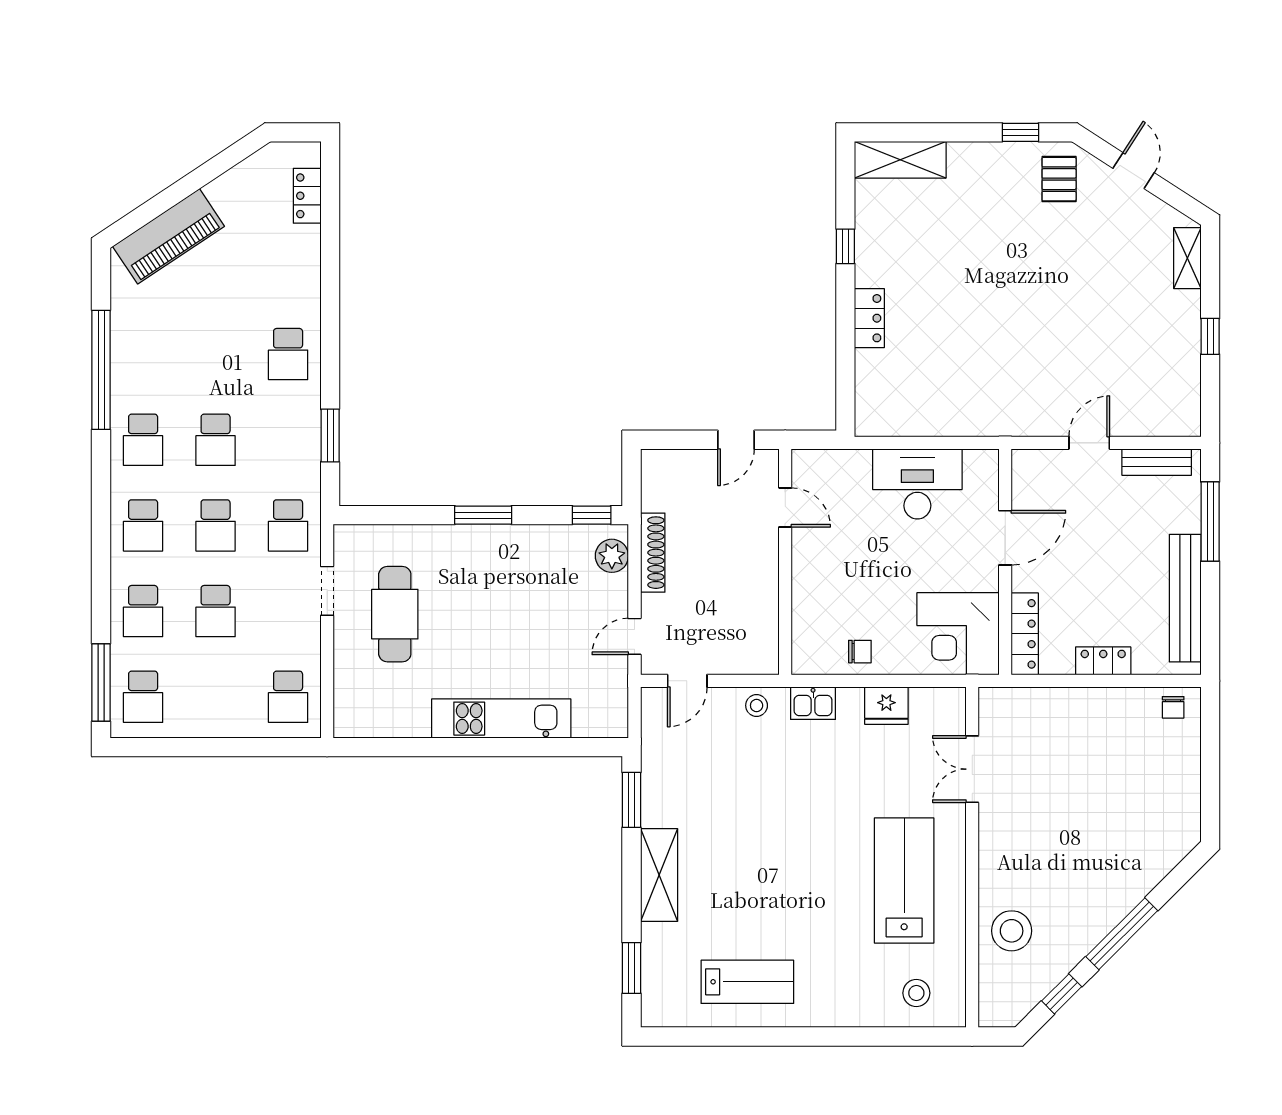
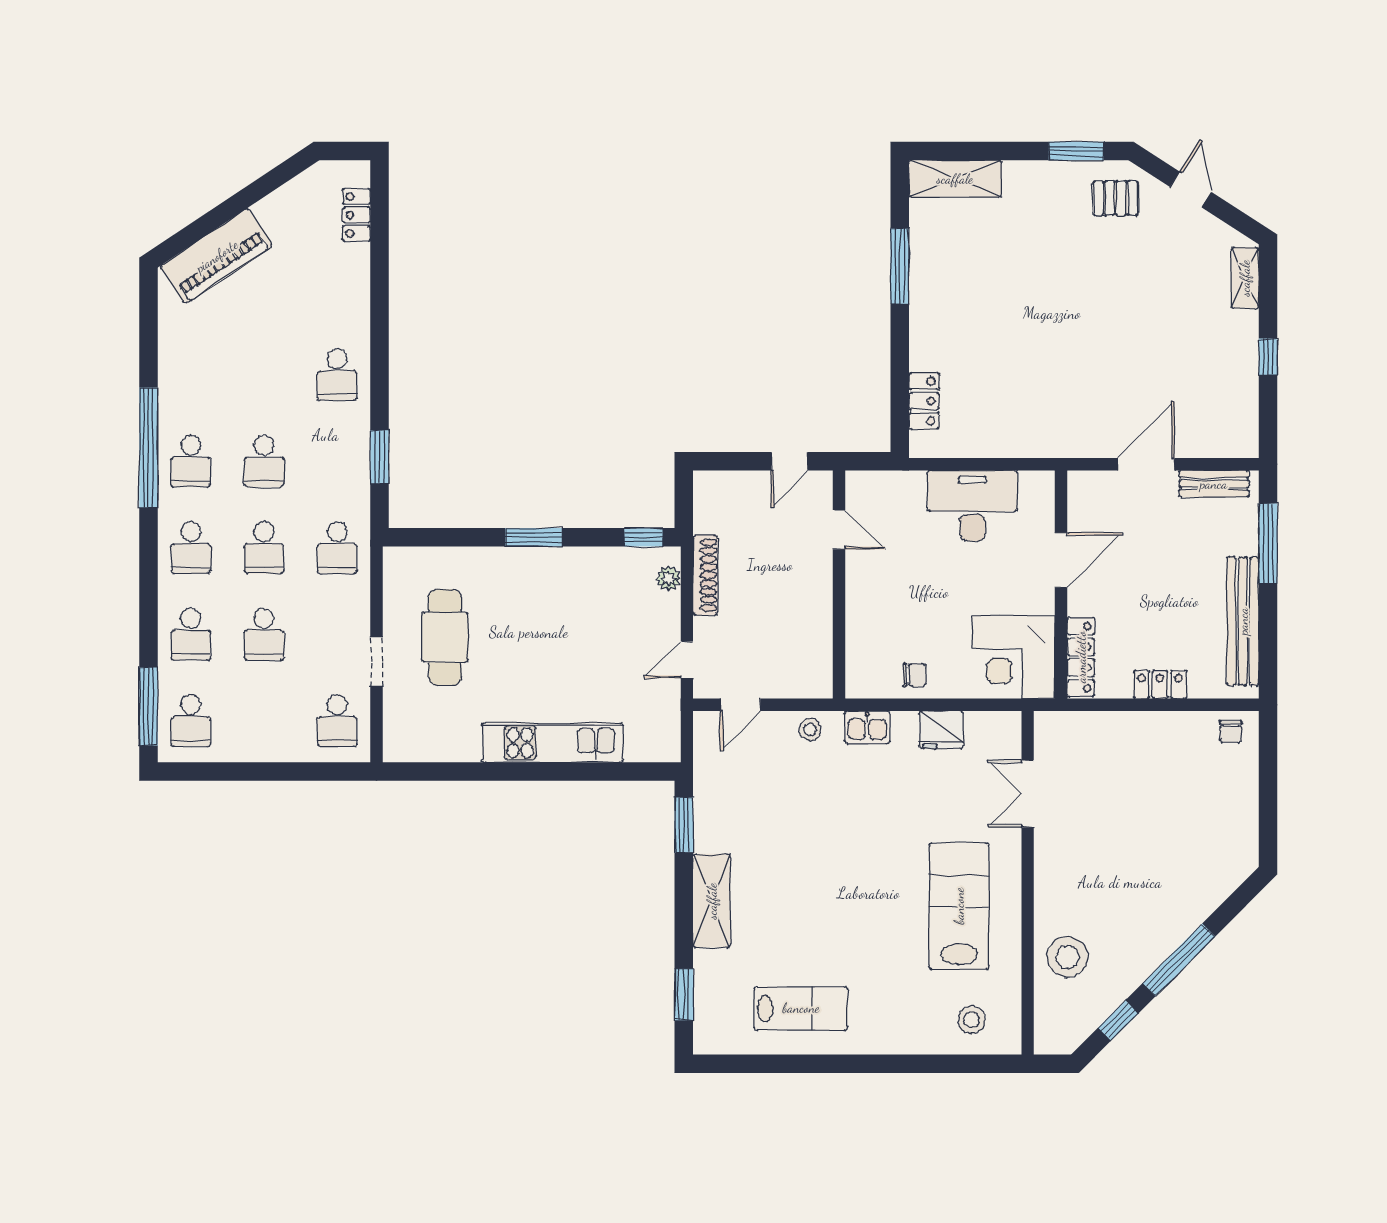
window: (1020, 132) -> (1076, 151), width x1.50
pallet: (1059, 179) -> (1115, 198), turned 90
window: (845, 246) -> (900, 266), width x2.17
locker: (869, 318) -> (924, 401), moved
window: (101, 370) -> (148, 448), moved
door: (1089, 443) -> (1146, 464), width x1.38
plant: (612, 556) -> (669, 578), width x0.73, depth x0.73
doorway: (327, 591) -> (377, 662), moved

